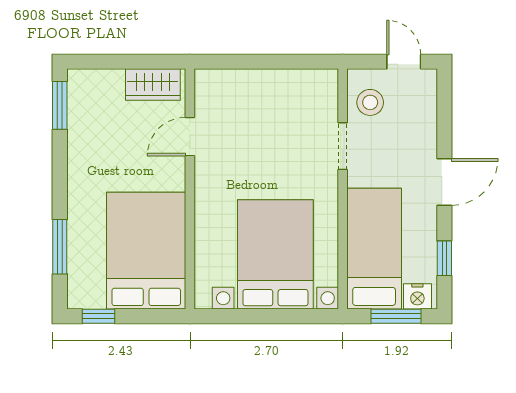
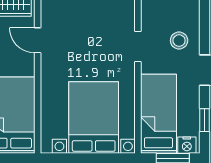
stool: (370, 102) -> (179, 41), moved
door: (190, 137) -> (38, 40), hinge flipped

